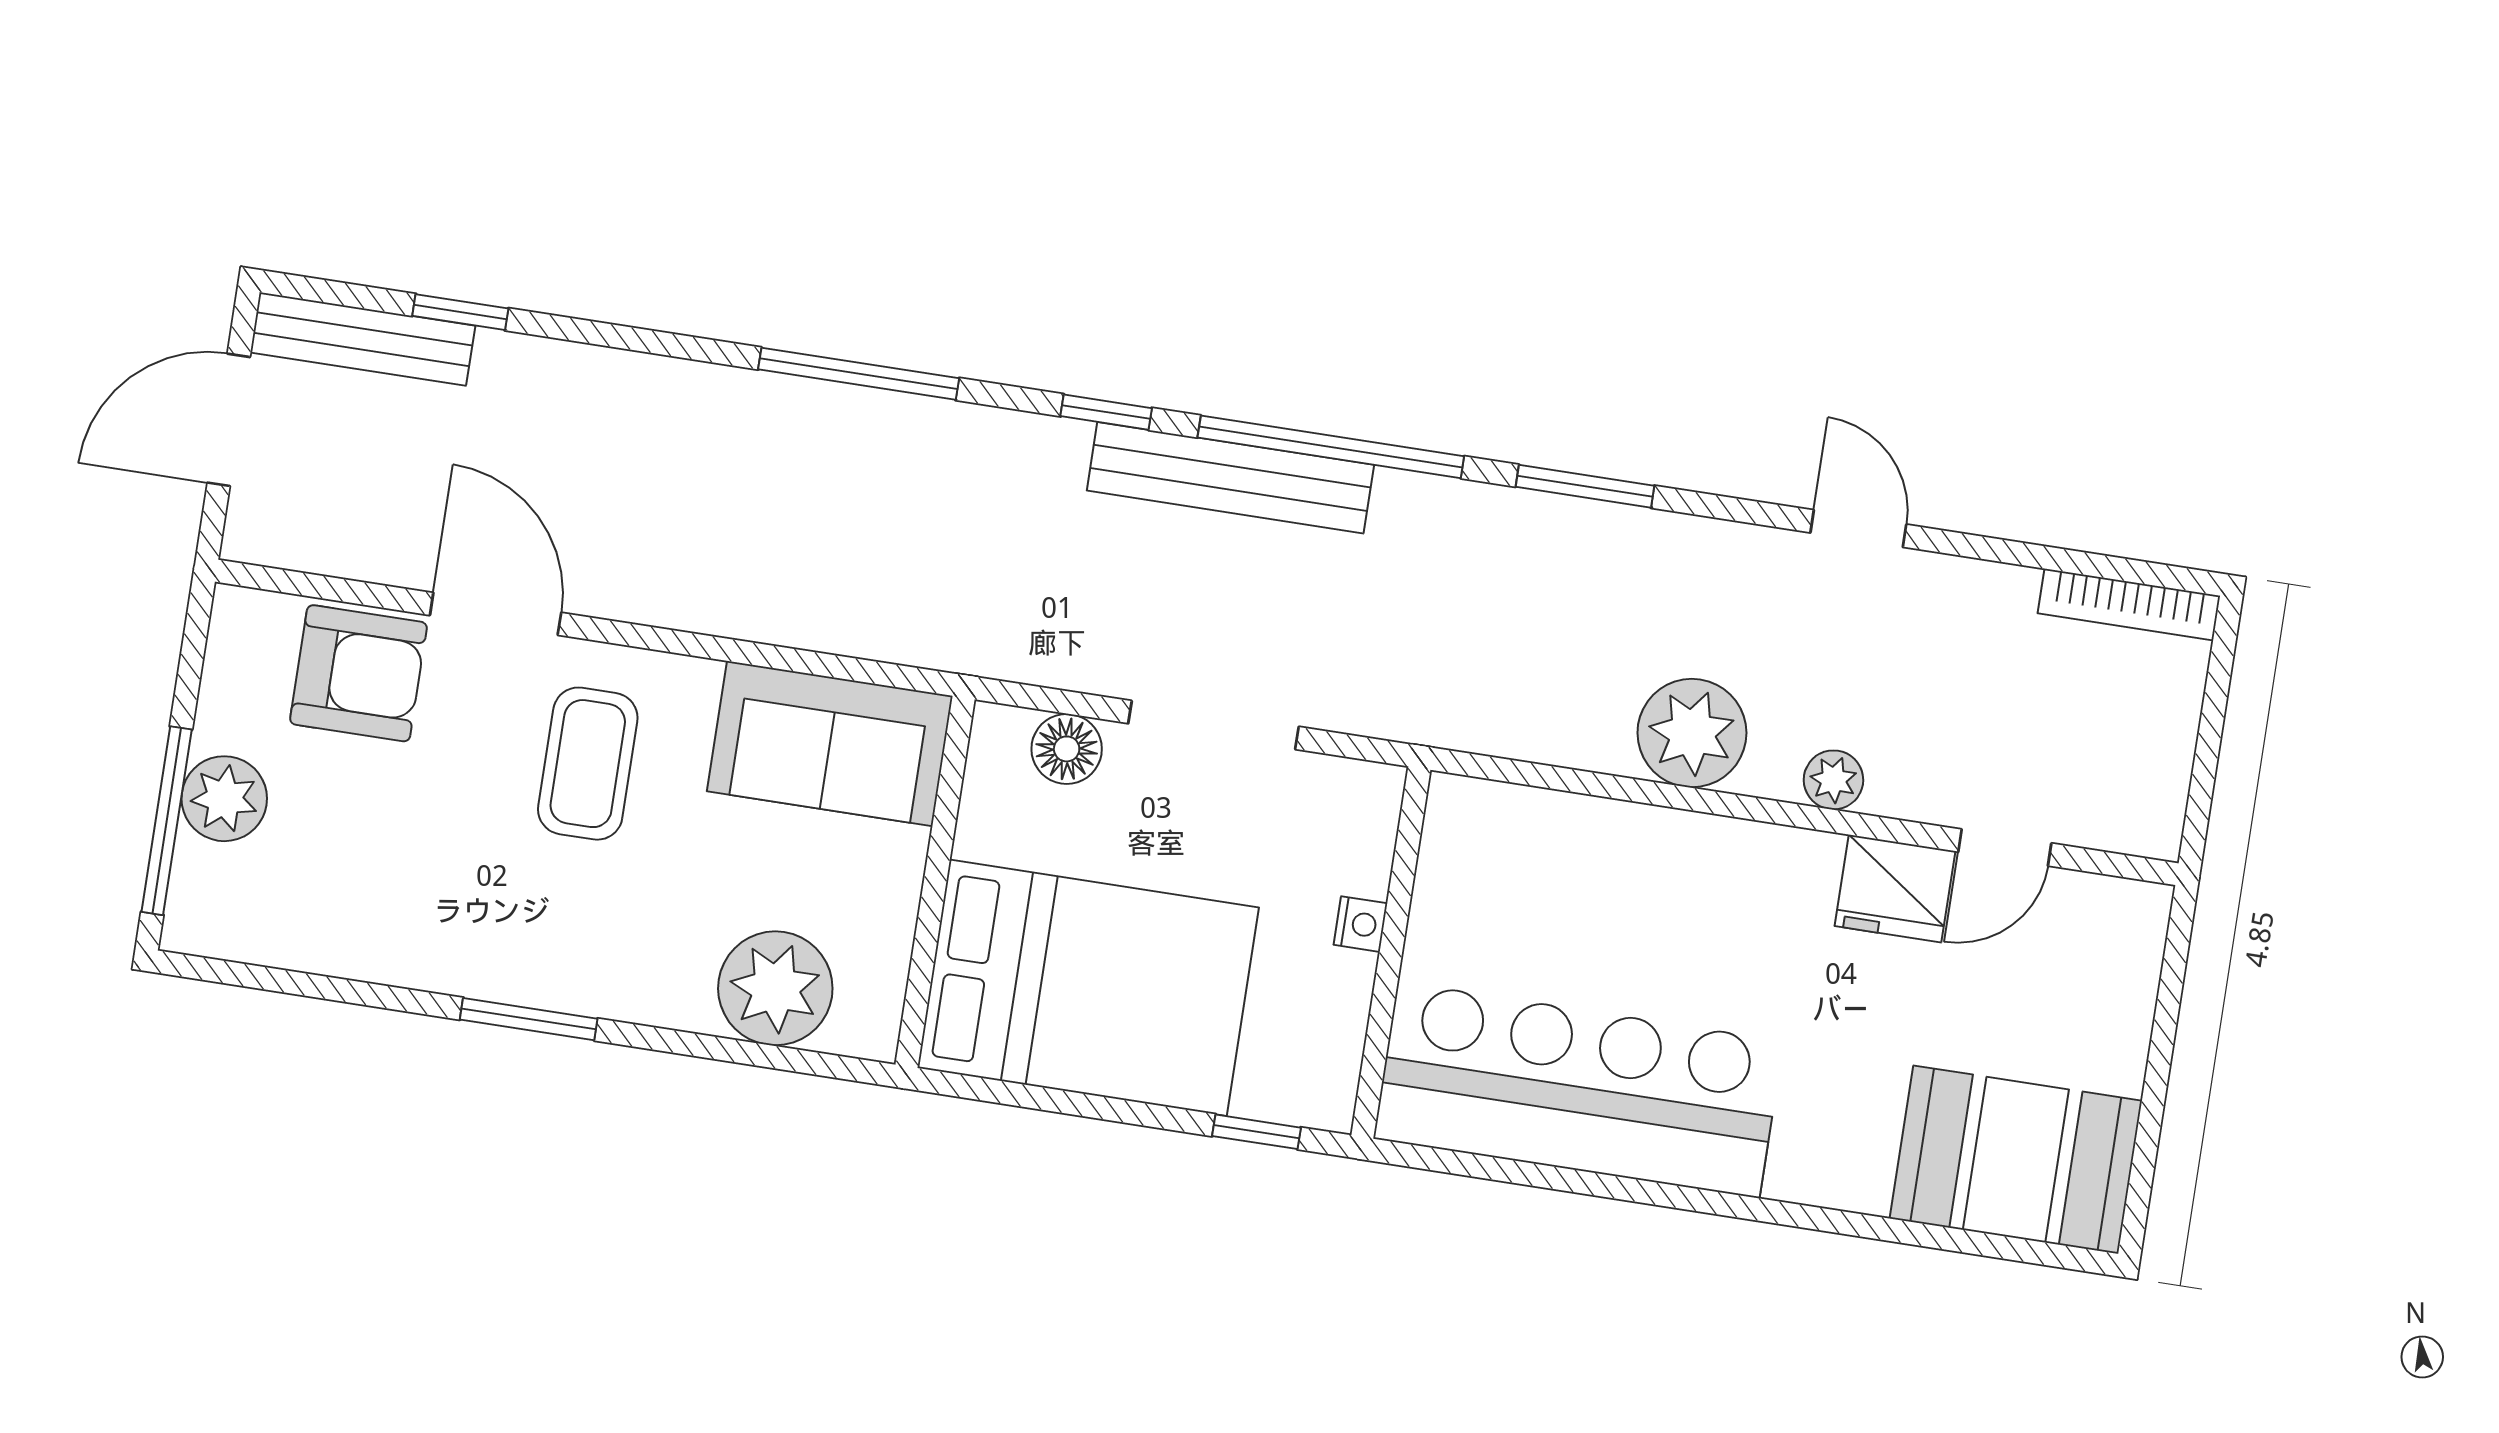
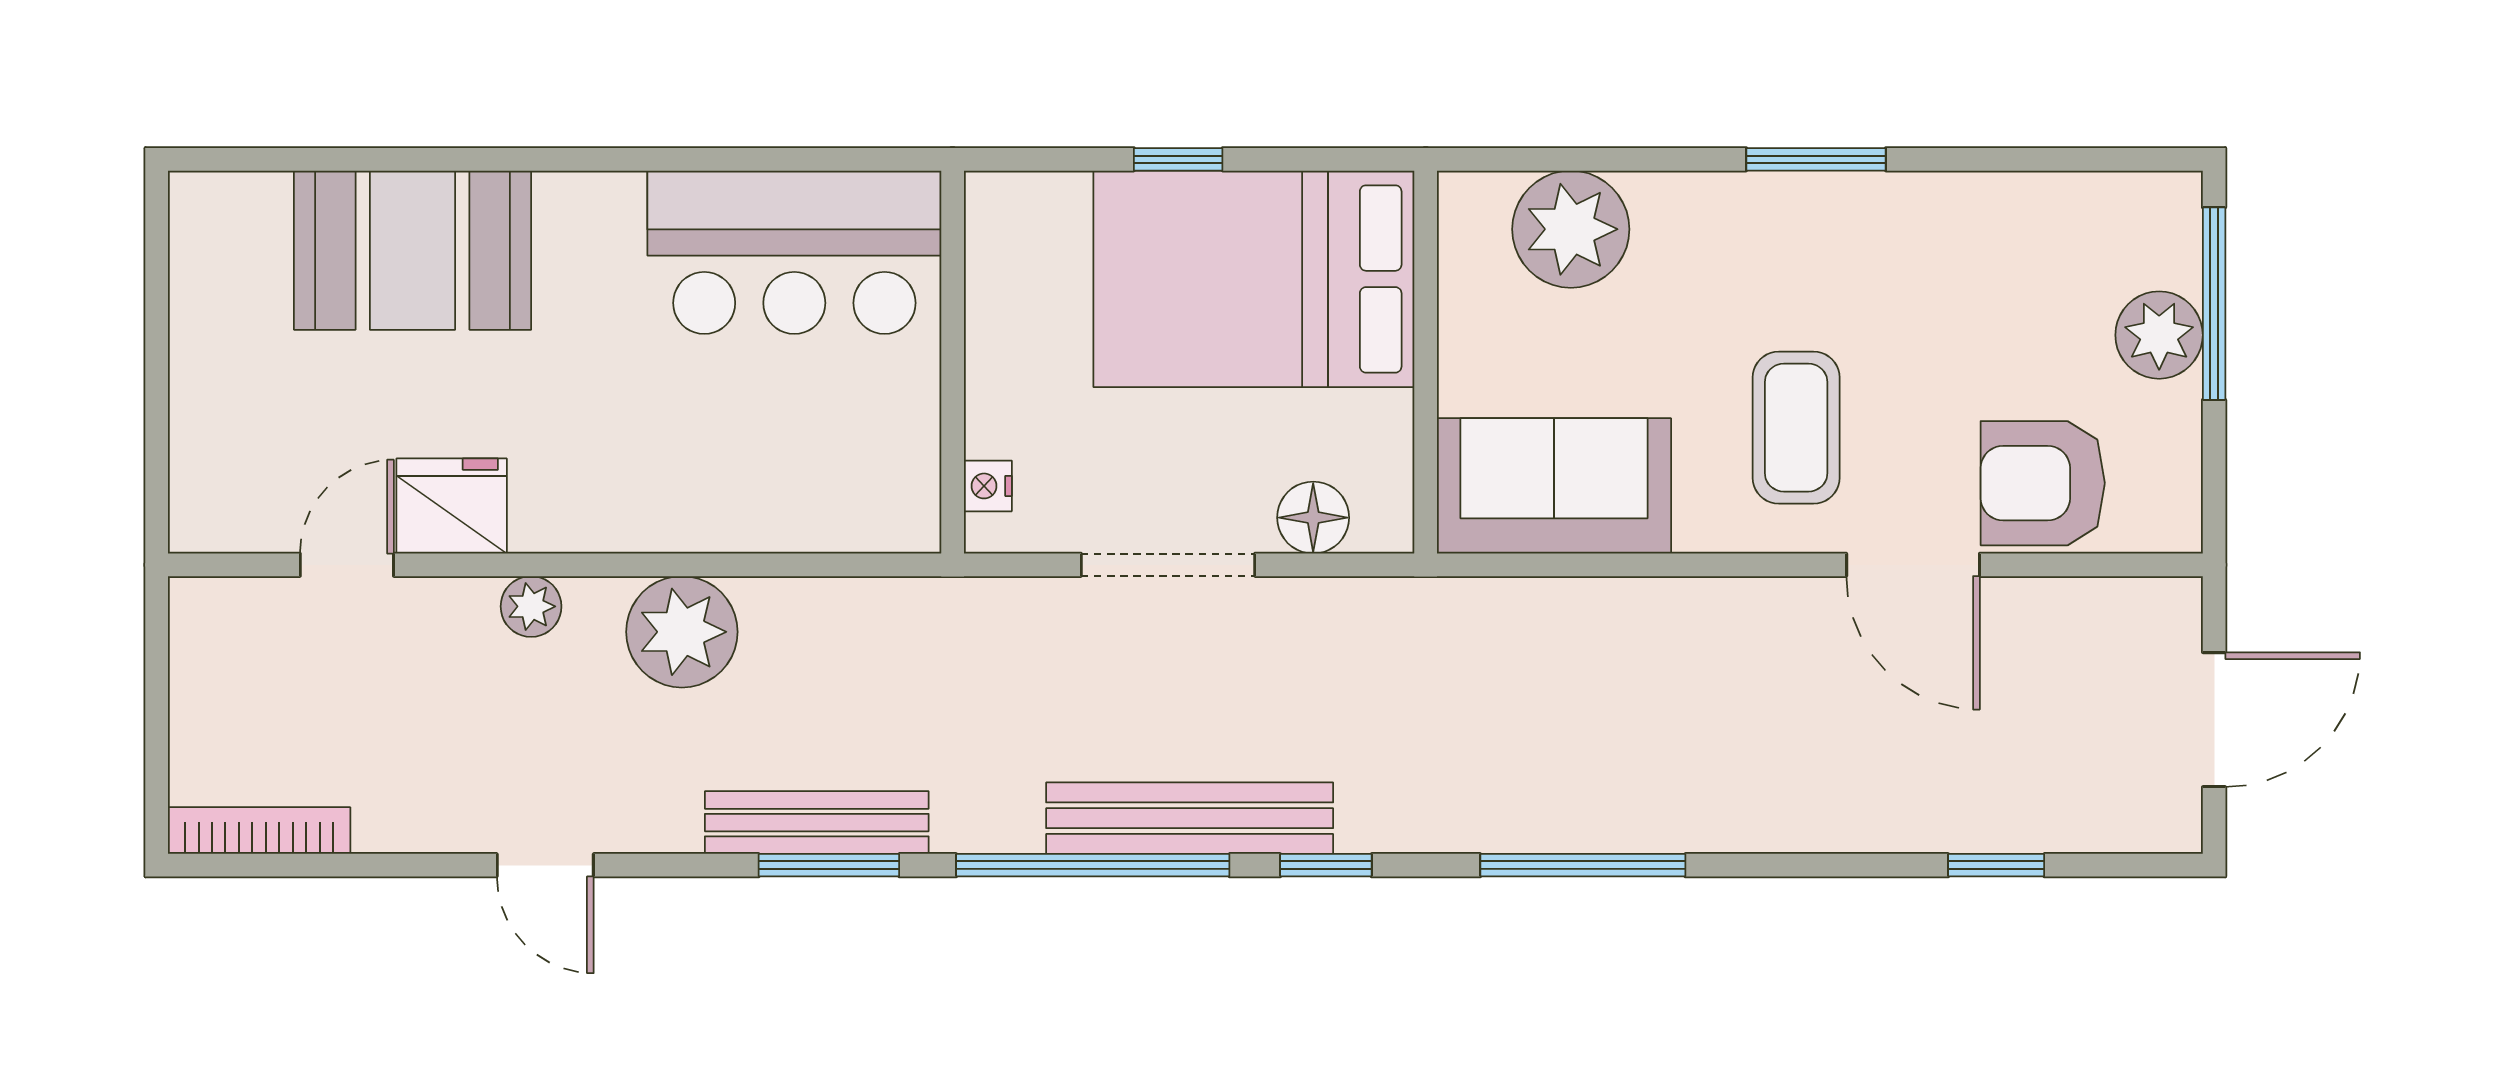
bench: (363, 339) -> (817, 823), moved
nightstand: (1360, 924) -> (988, 486), moved
bar counter: (1578, 1090) -> (794, 252), width x0.73
window: (1257, 1132) -> (1178, 159), moved
booth: (2016, 1160) -> (413, 250), moved

